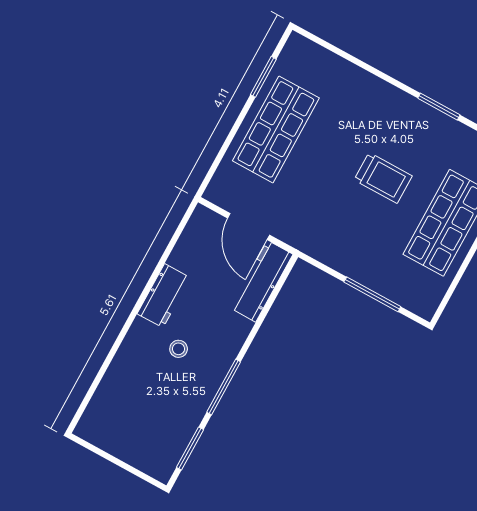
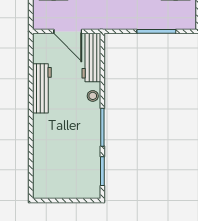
workbench: (164, 296) -> (42, 88), width x1.38
stool: (179, 349) -> (93, 96), moved

